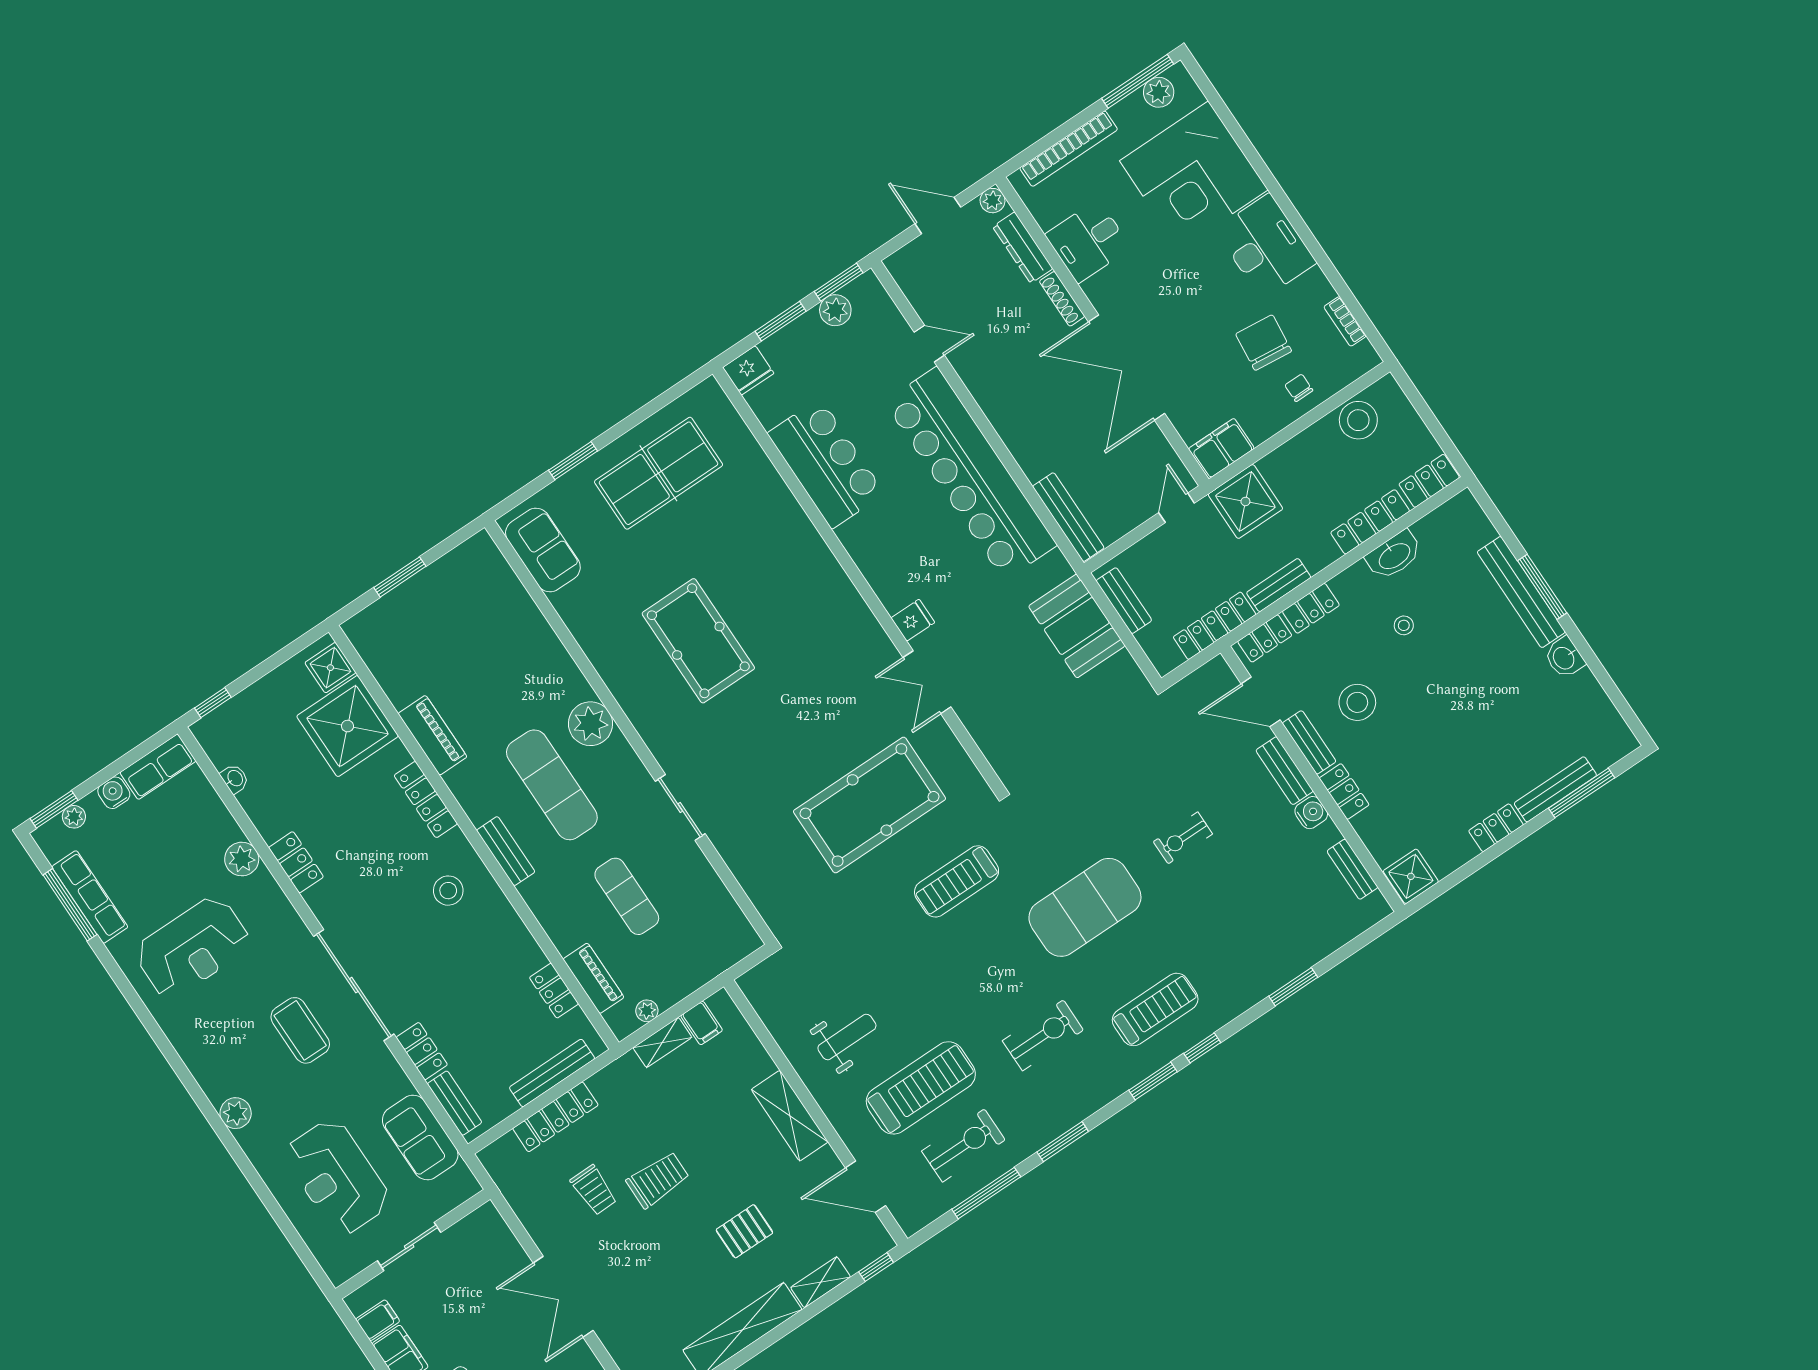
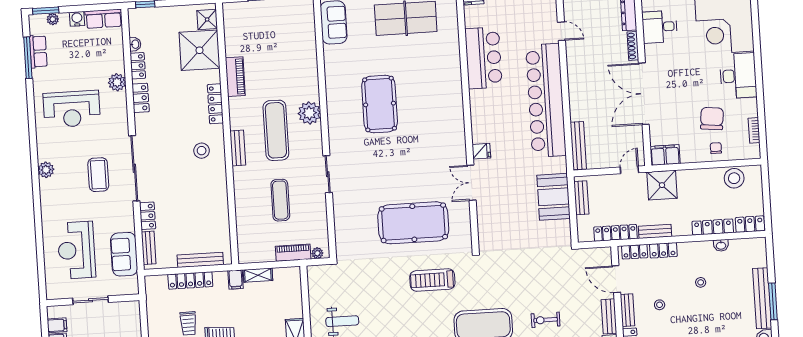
washbasin: (1394, 555) -> (721, 245), width x0.52, depth x0.69
stool: (1357, 702) -> (660, 305), width x0.53, depth x0.53
row of seats: (90, 897) -> (38, 52), width x0.68
piano: (593, 978) -> (293, 253), moved, turned -90
locker: (554, 991) -> (138, 66), moved, turned 180
plant: (647, 1011) -> (317, 253), moved
filing cabinet: (702, 1023) -> (236, 280), moved
plant: (236, 1113) -> (46, 170), moved

